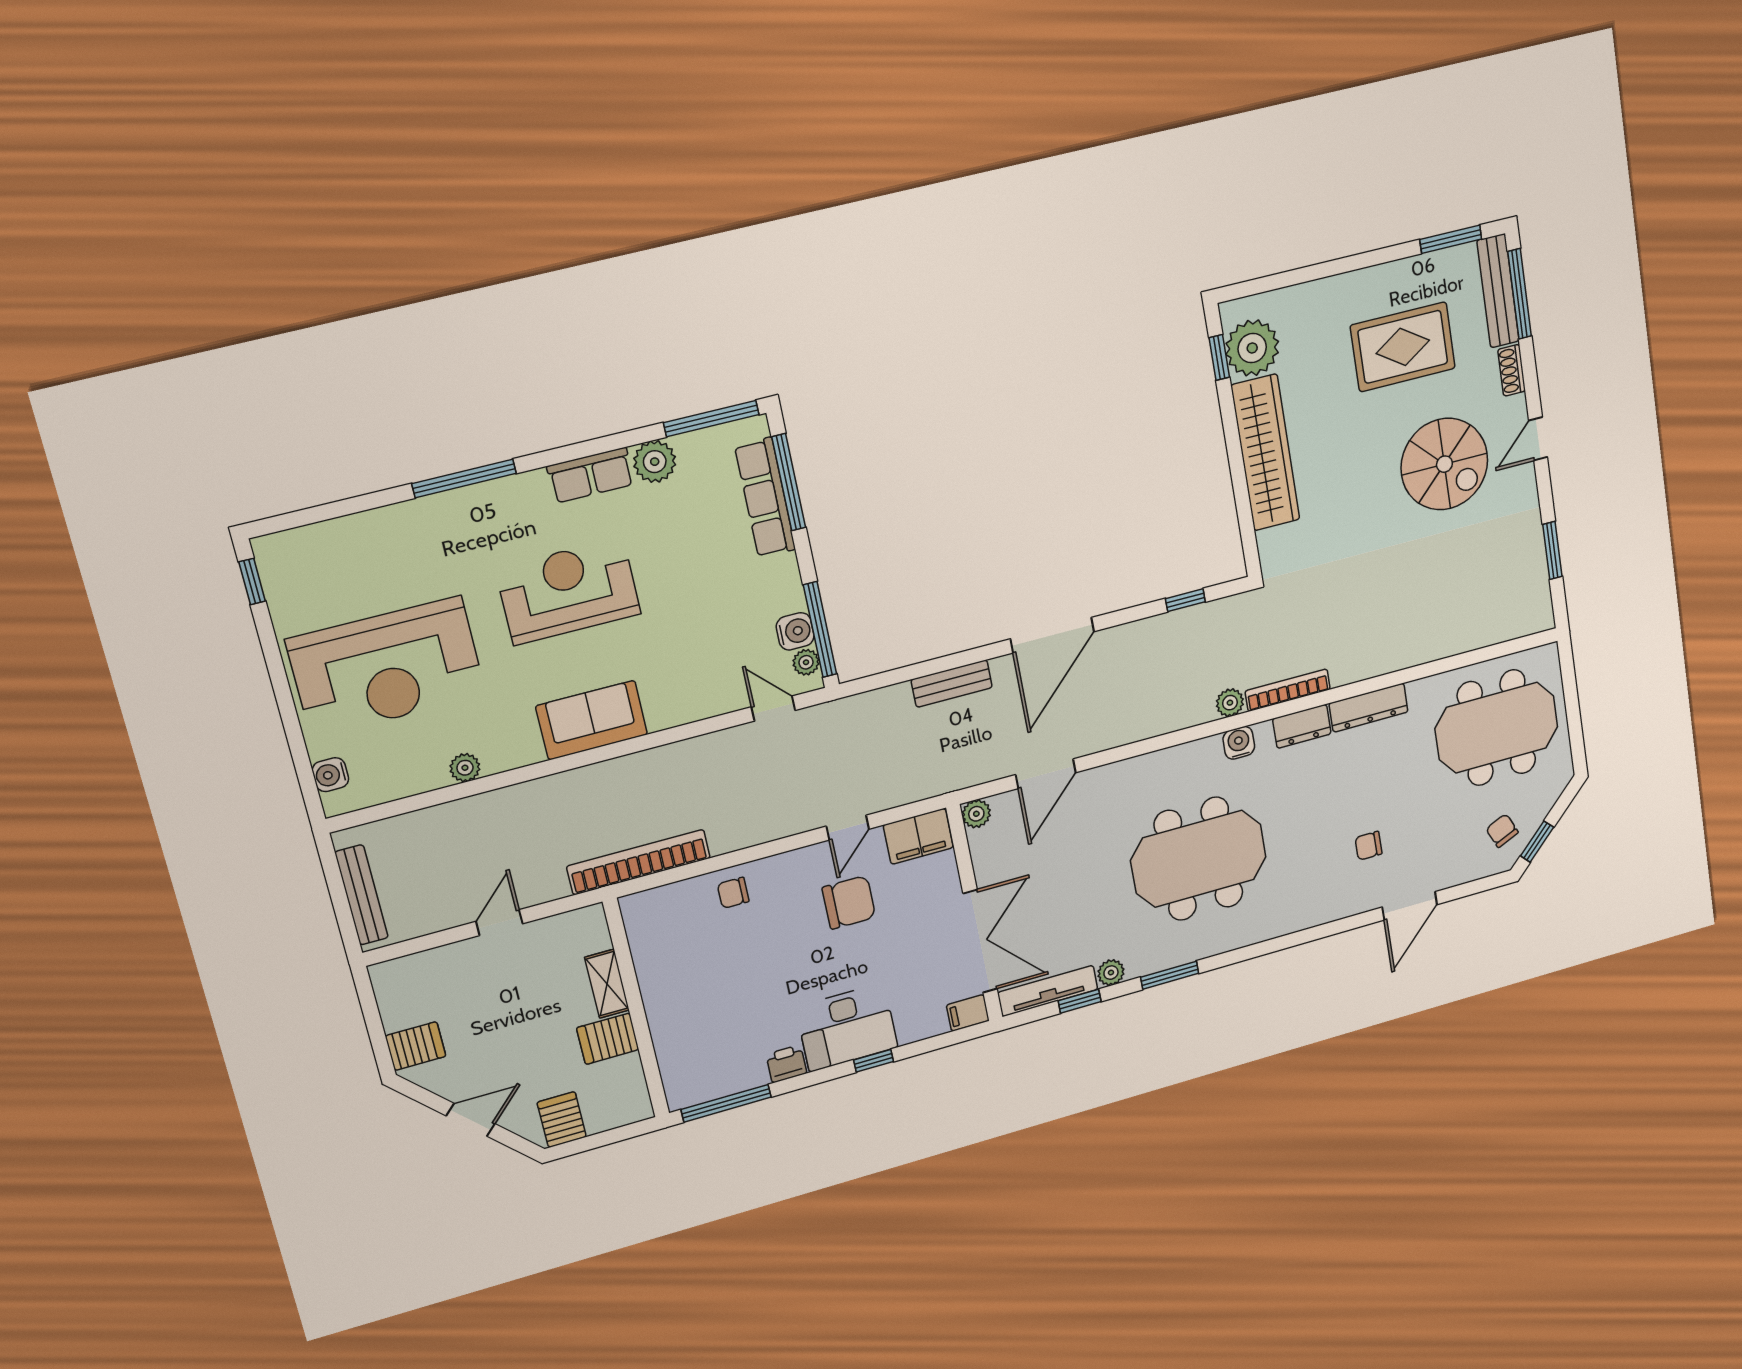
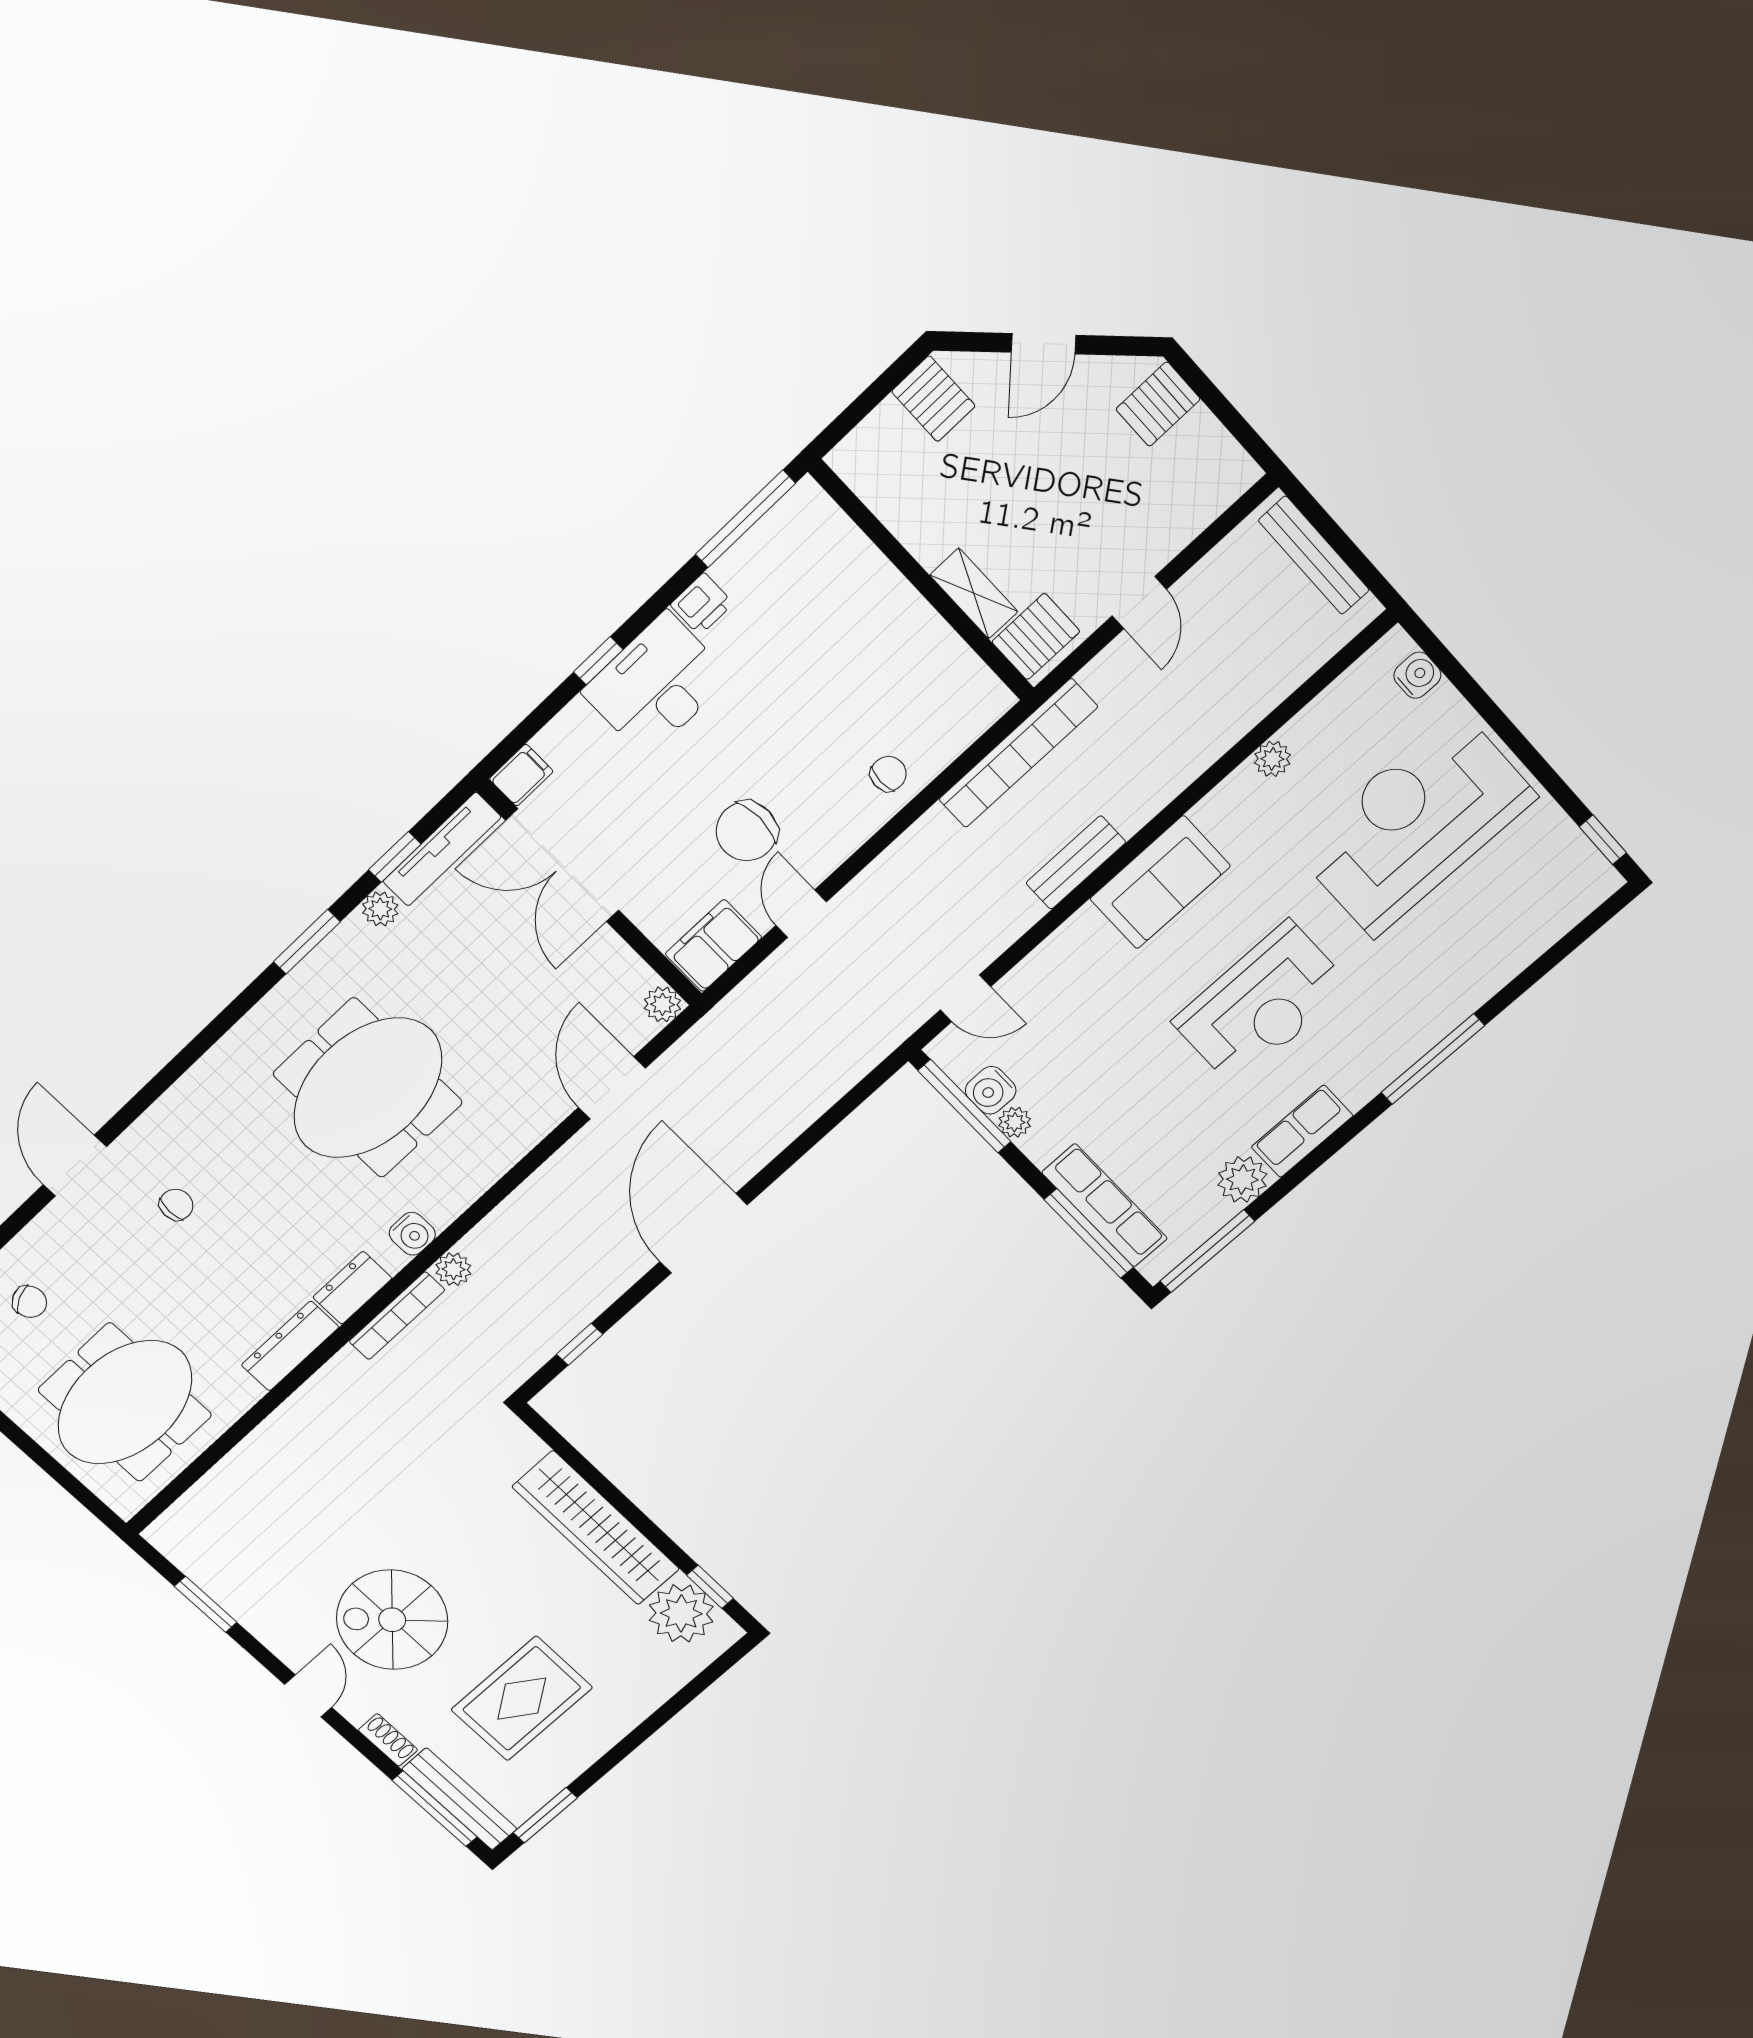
plant: (806, 662) -> (1015, 1122), moved
bench: (952, 684) -> (1076, 863), moved
server rack: (608, 1039) -> (1036, 637), moved

